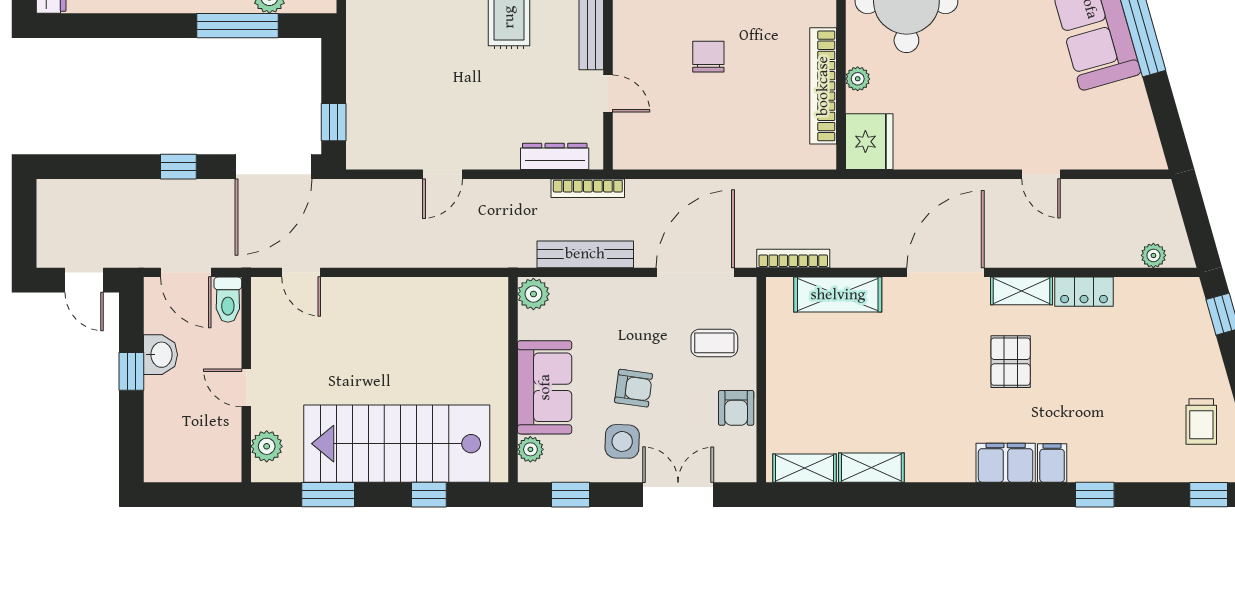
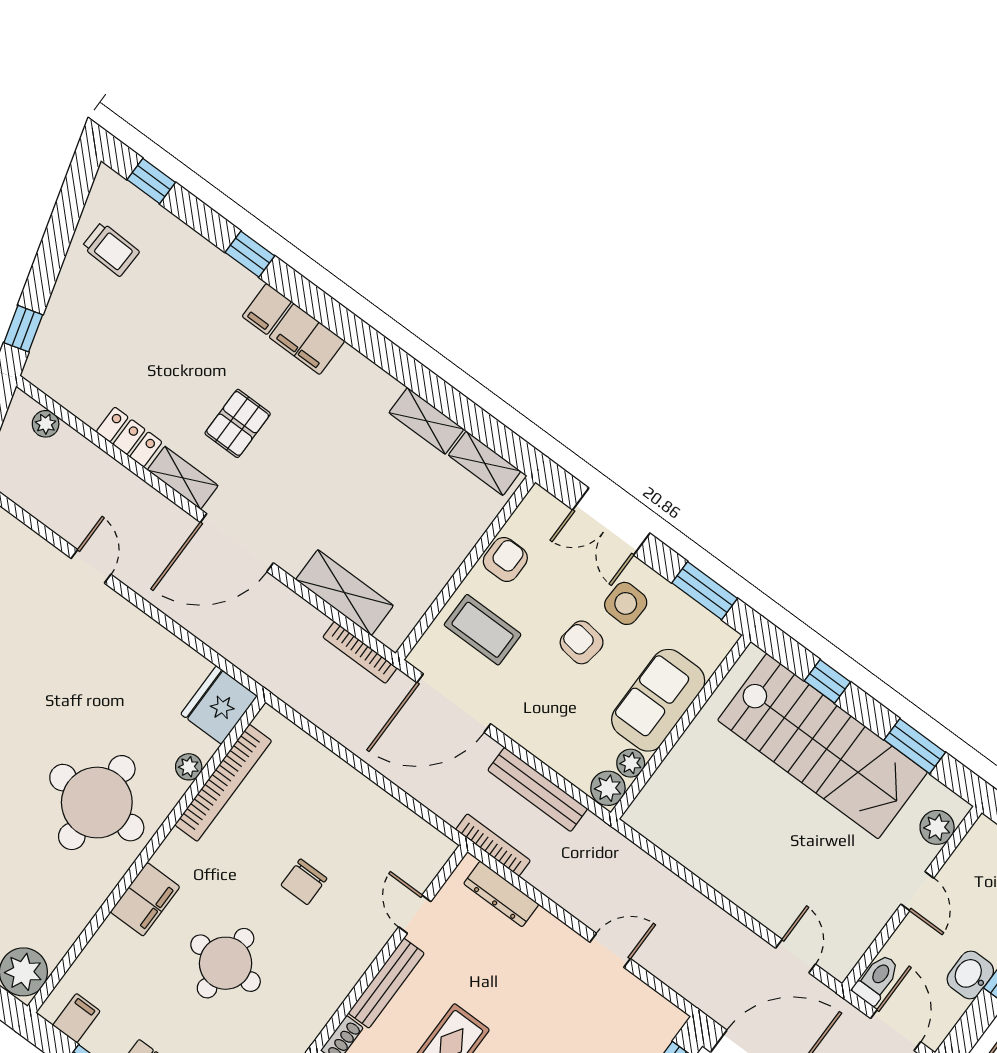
coffee table: (714, 343) -> (483, 630), width x1.36, depth x1.30
trolley: (1201, 422) -> (111, 249), turned 92
plant: (530, 449) -> (631, 763), moved
window: (570, 495) -> (705, 591), width x1.50

